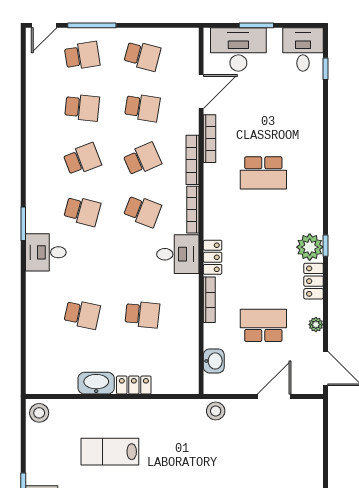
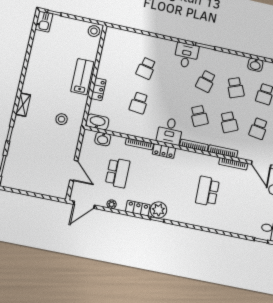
washbasin: (36, 133) -> (255, 65), added
school desk: (142, 211) -> (199, 116), turned -45
washbasin: (96, 383) -> (97, 122), moved, turned -90
stool: (216, 411) -> (62, 119), moved
lab bench: (110, 452) -> (82, 77), moved

